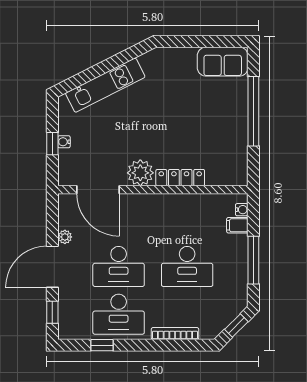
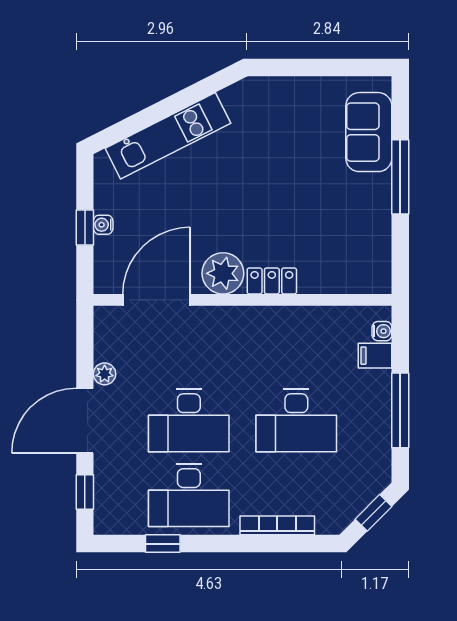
sofa: (223, 62) -> (369, 132), moved, turned 90
window: (253, 111) -> (400, 177), width x0.68
locker: (180, 178) -> (272, 281), width x0.66
door: (98, 190) -> (156, 300), swing flipped

